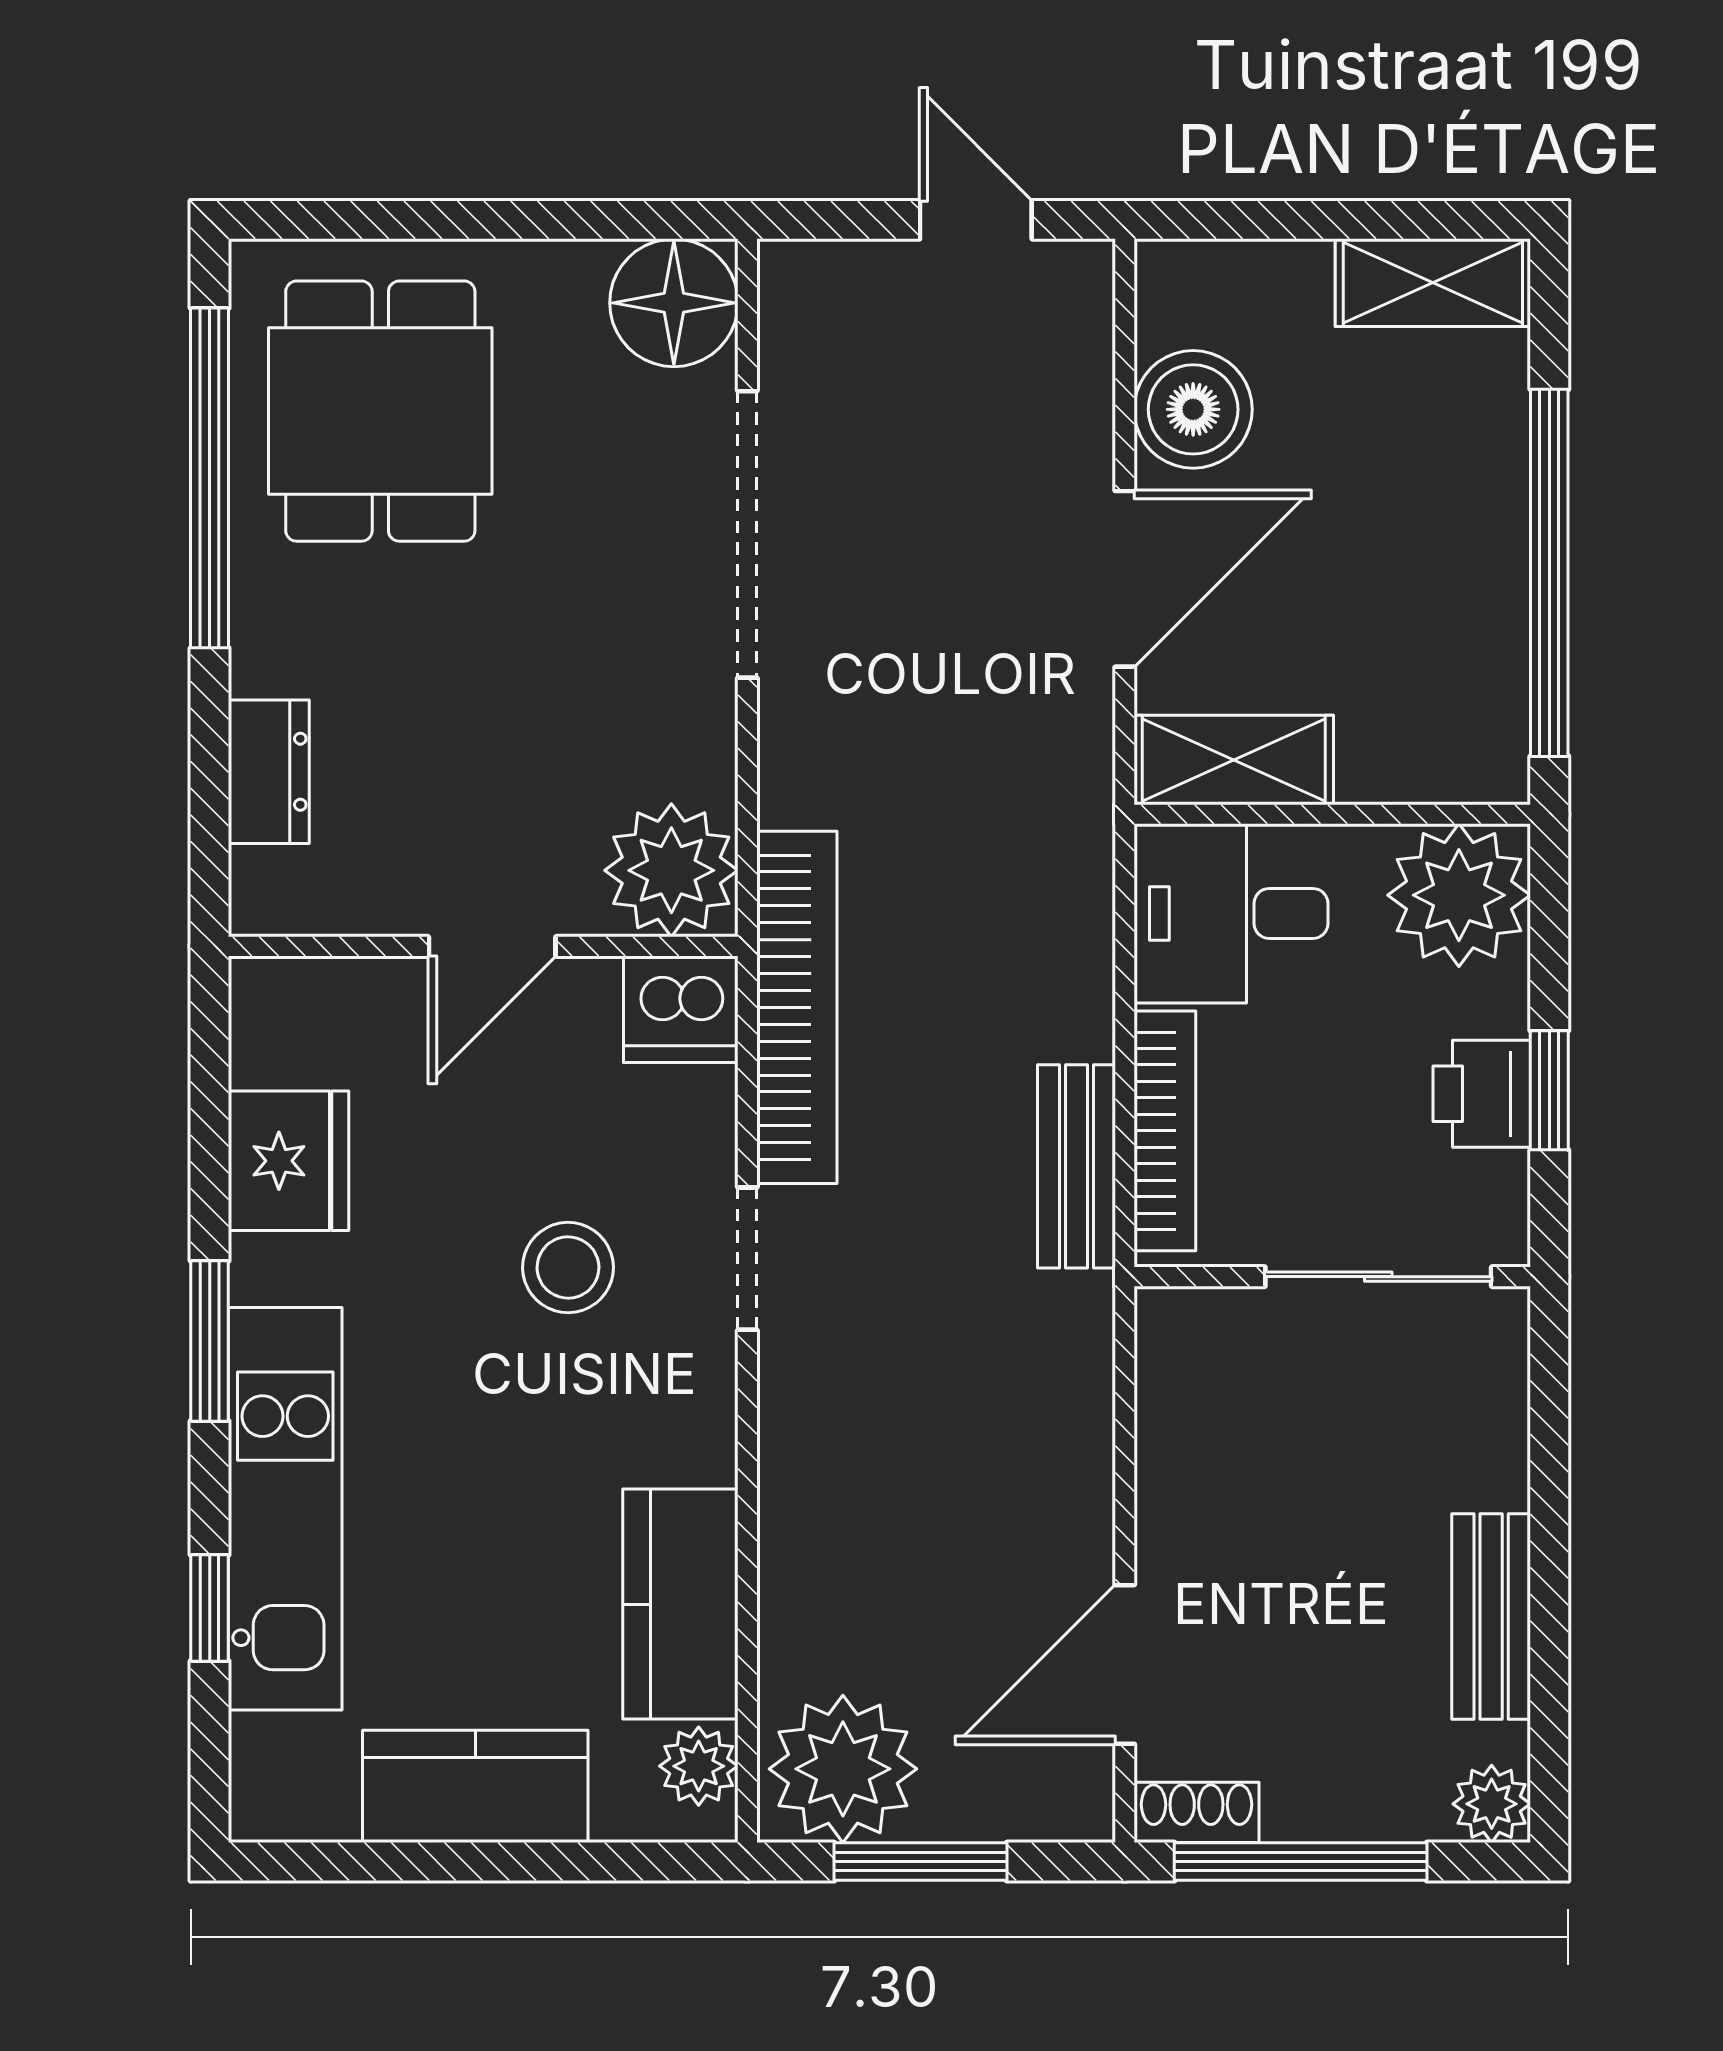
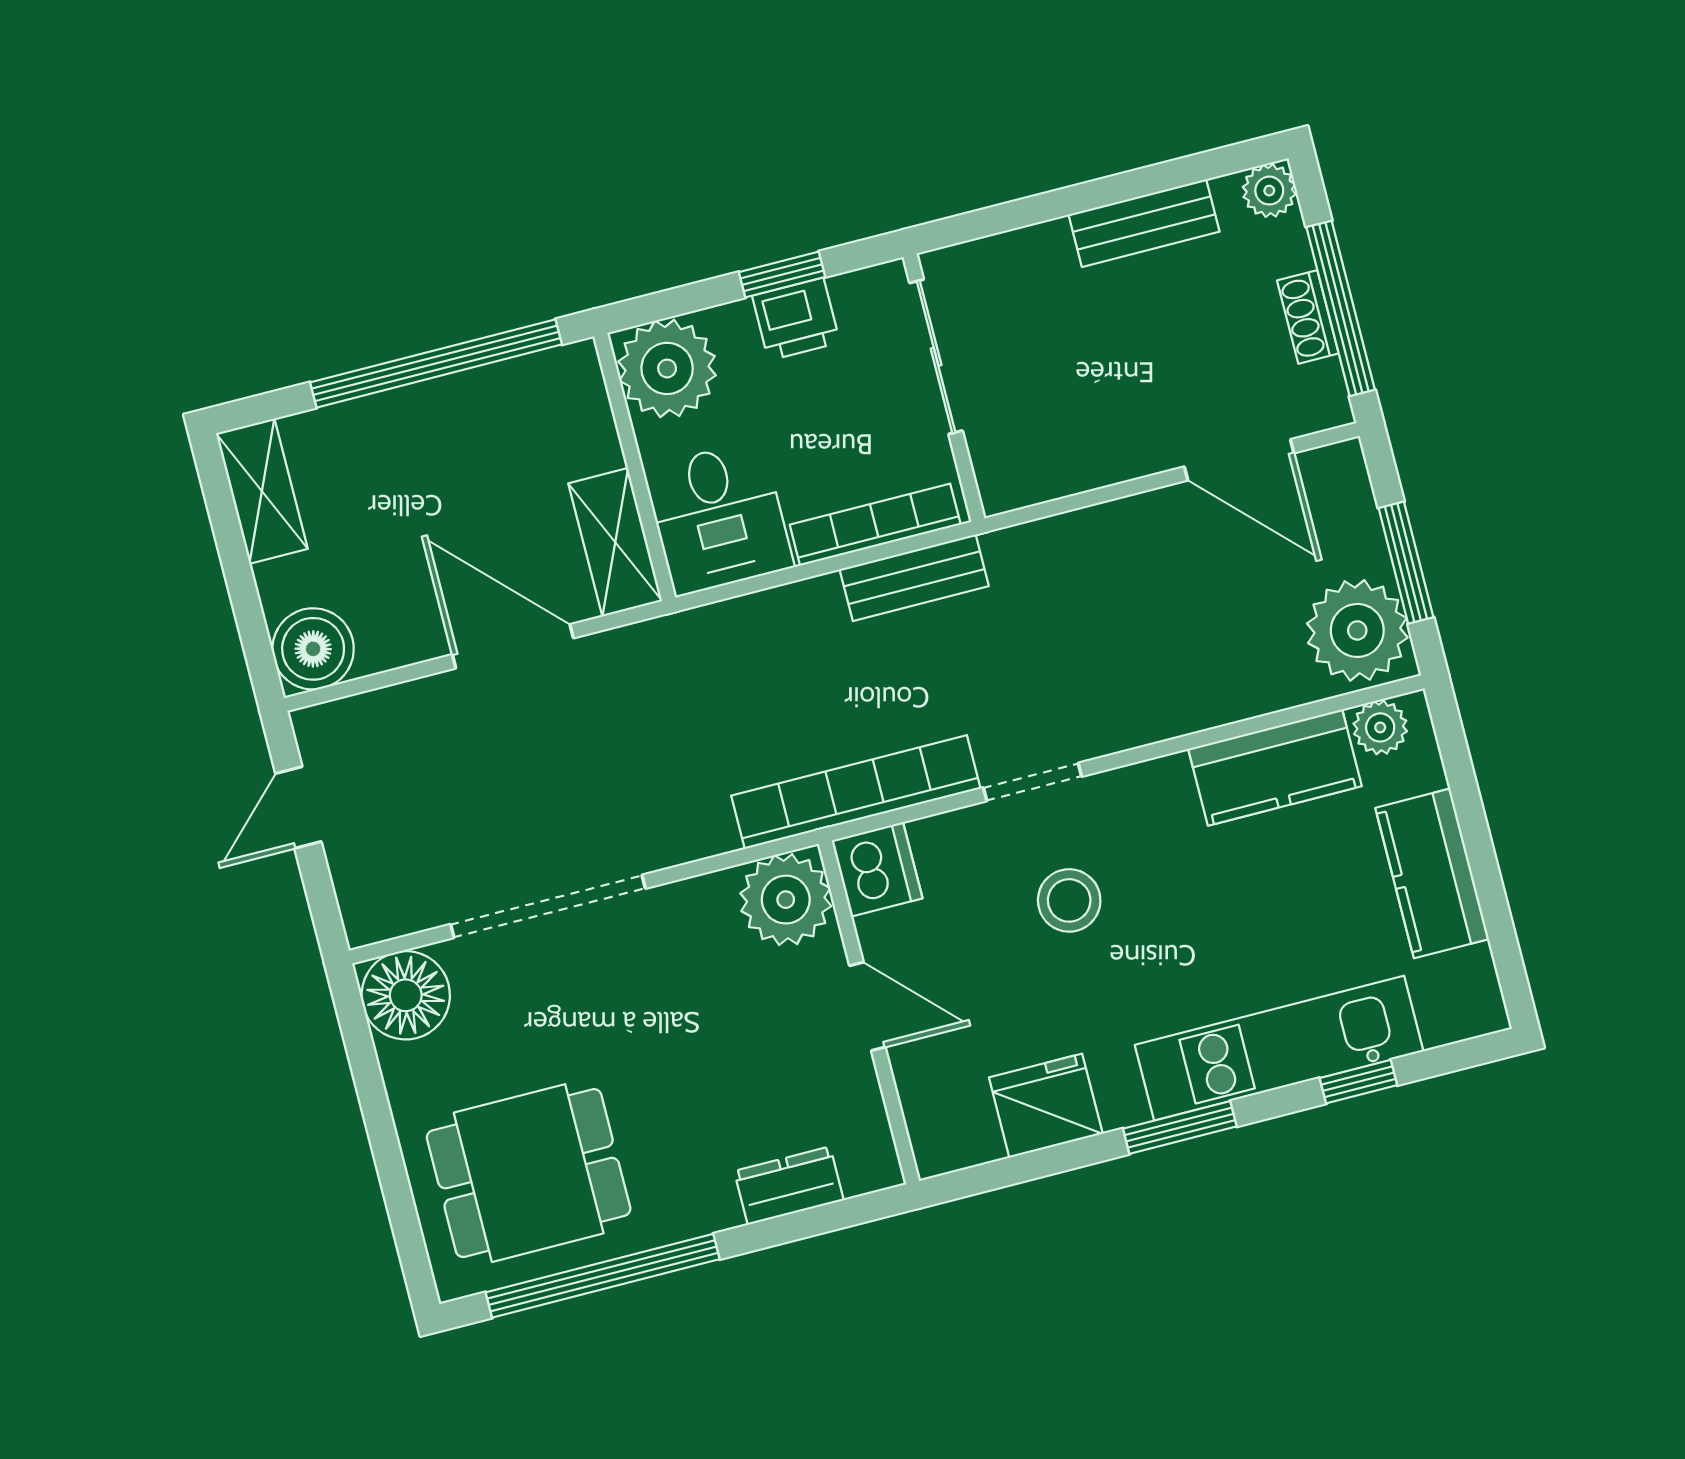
boiler: (1193, 409) -> (313, 649), moved
shoe rack: (1196, 1812) -> (1308, 317), moved

